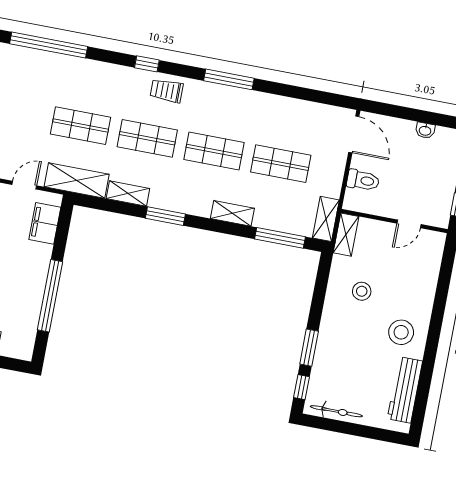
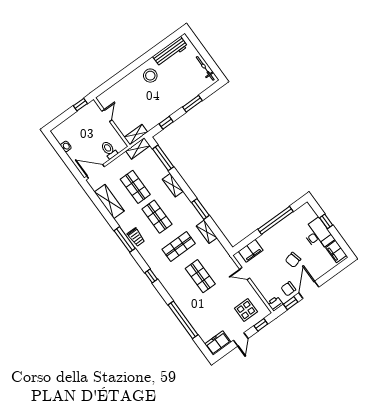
trolley: (167, 91) -> (136, 237), moved
door: (354, 134) -> (96, 171), hinge flipped
shop shelf: (147, 138) -> (179, 246), turned 90
shelving: (77, 181) -> (109, 201), moved
door: (409, 224) -> (107, 116), hinge flipped
stool: (362, 291) -> (151, 106), removed
window: (301, 387) -> (166, 123), moved

